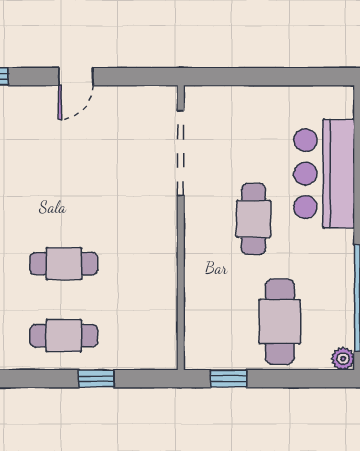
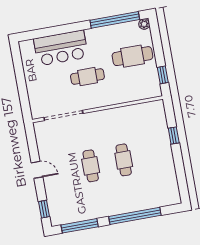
cafe table: (64, 336) -> (91, 166), moved

